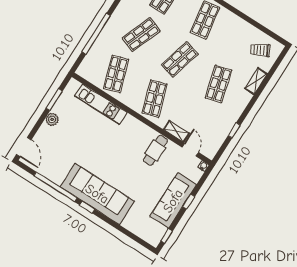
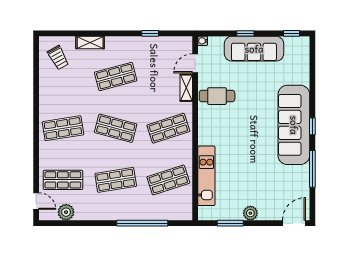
shop shelf: (141, 35) -> (116, 180), turned -30
window: (55, 187) -> (312, 169), width x0.68

